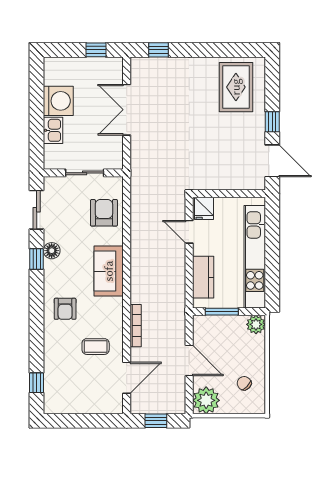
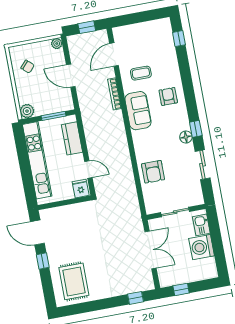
wall: (83, 173) -> (176, 212), moved
sliding door: (85, 173) -> (175, 212), moved
sofa: (109, 271) -> (138, 111), moved
plant: (206, 400) -> (57, 44), width x0.53, depth x0.53

